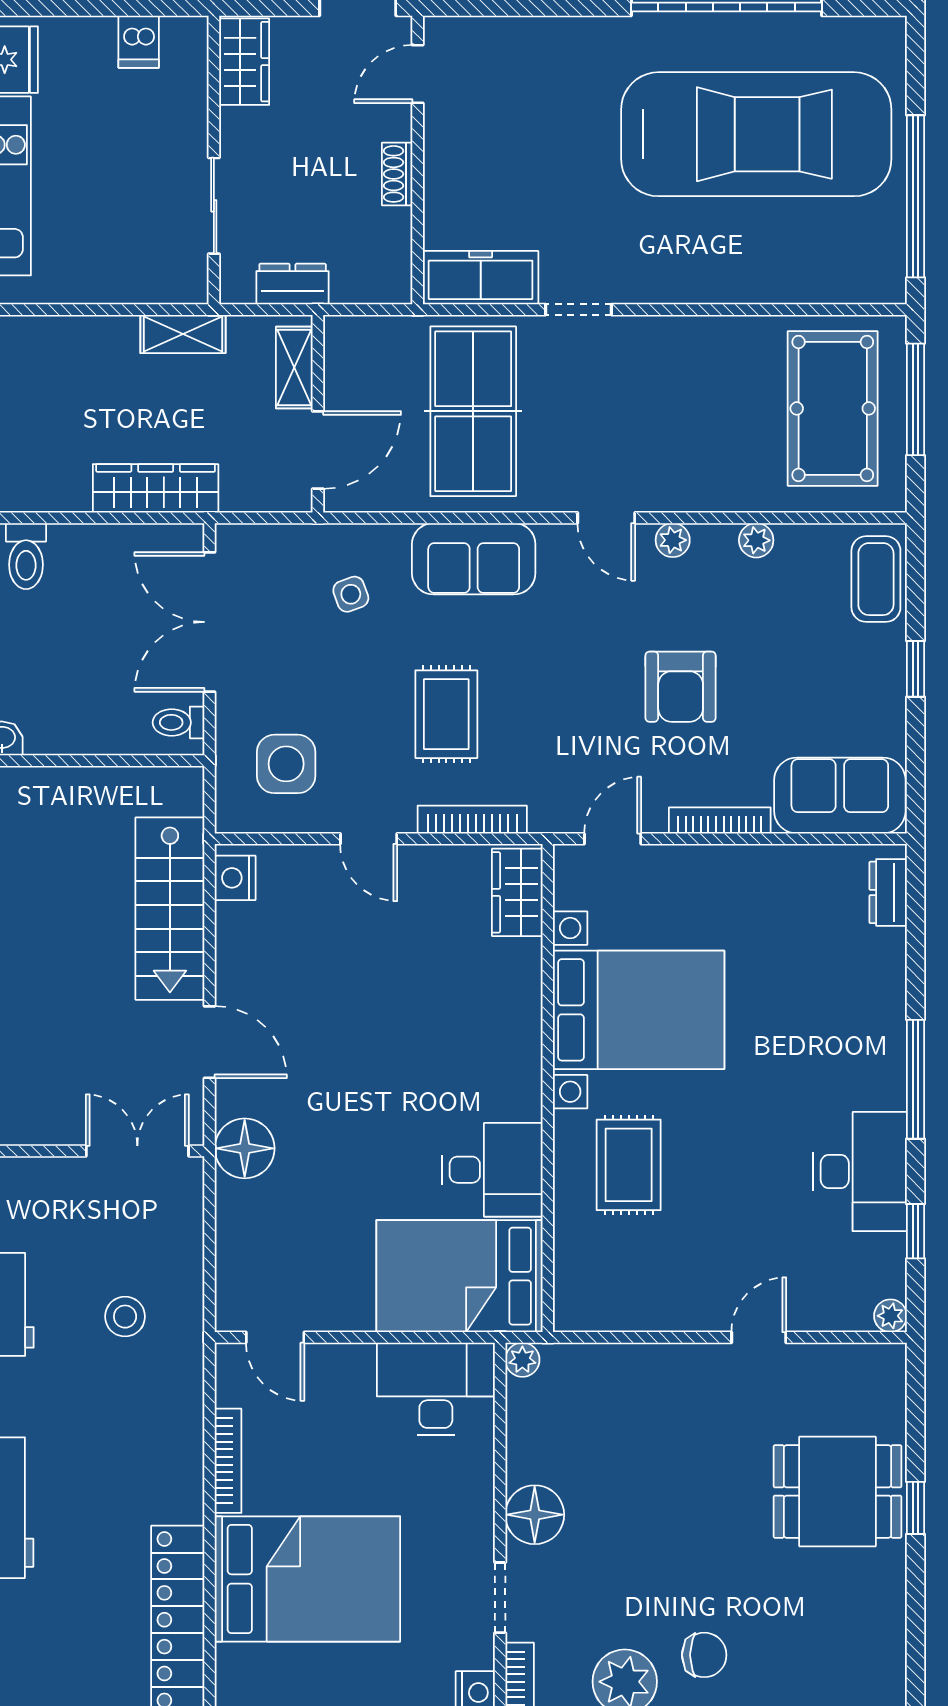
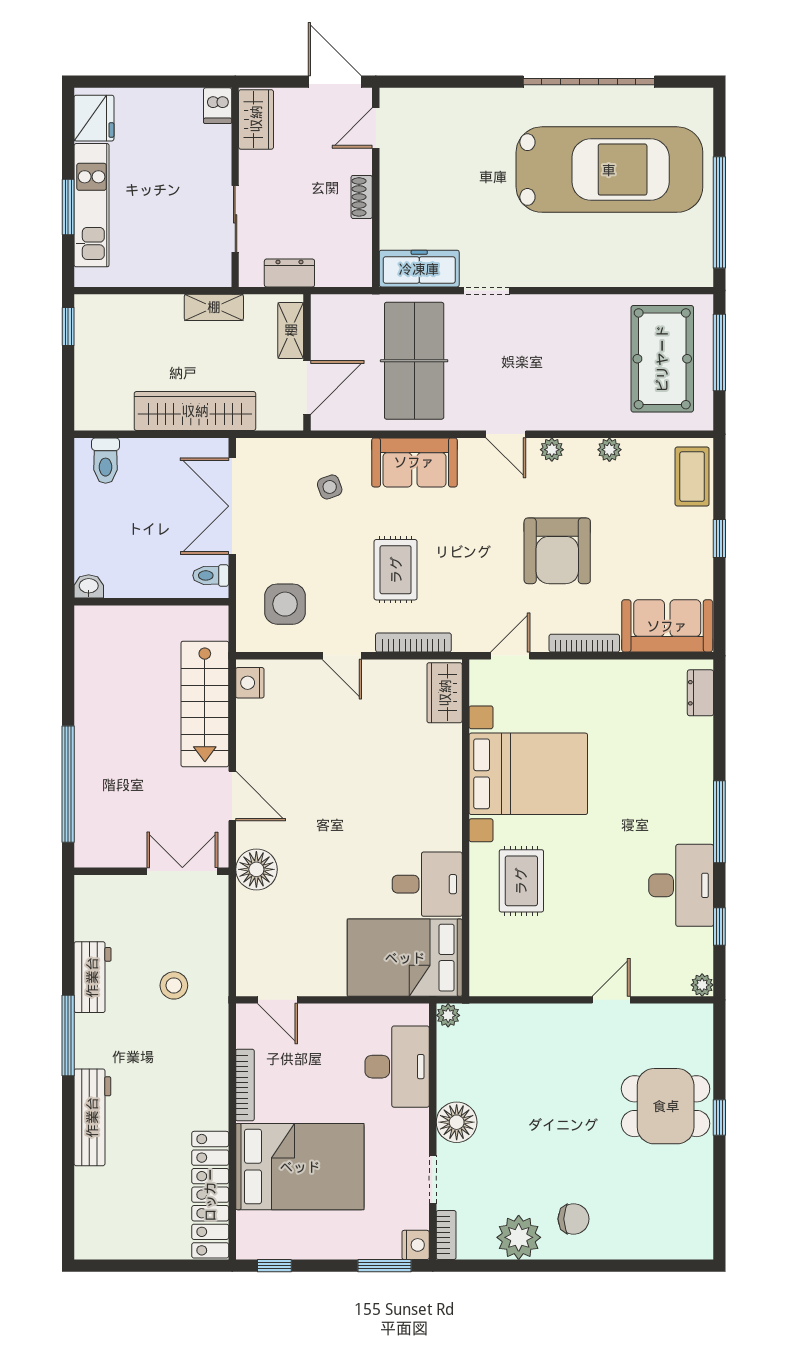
dishwasher: (139, 42) -> (218, 106), moved
wardrobe: (156, 488) -> (195, 411), width x1.40, depth x1.17
armchair: (681, 687) -> (557, 551), width x1.36, depth x1.36
desk: (436, 1389) -> (397, 1067), moved, turned 90

